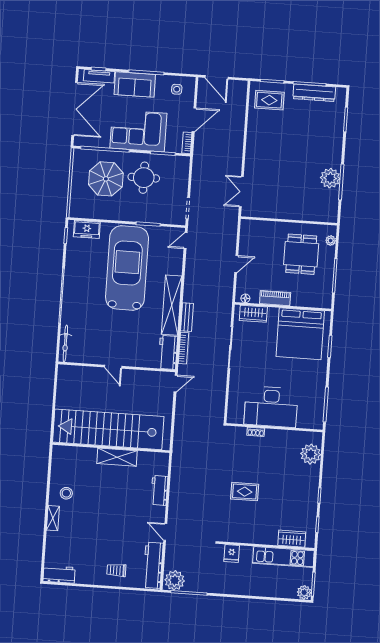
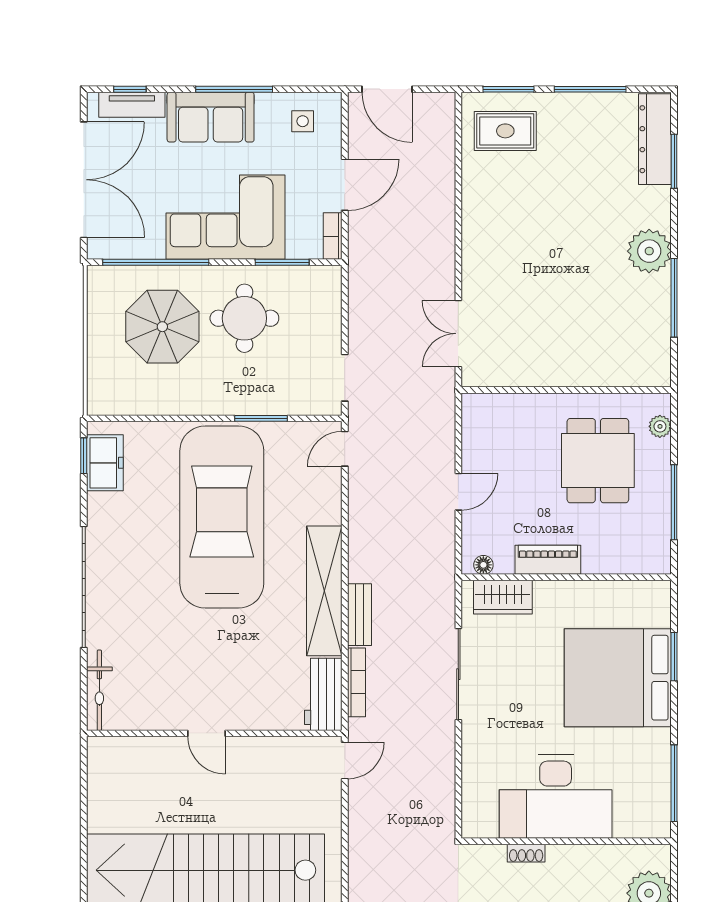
dresser: (314, 93) -> (655, 139), moved, turned 90
plant: (330, 178) -> (649, 251), moved
freezer: (87, 229) -> (105, 463), moved, turned -90
bed: (300, 334) -> (618, 678), moved, turned 90

